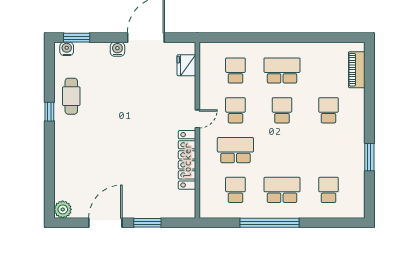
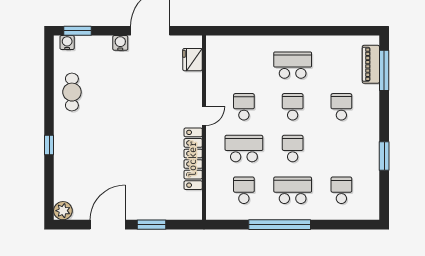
school desk: (235, 70) -> (293, 149), moved
window: (369, 76) -> (384, 70), added
window: (49, 112) -> (49, 145), moved

